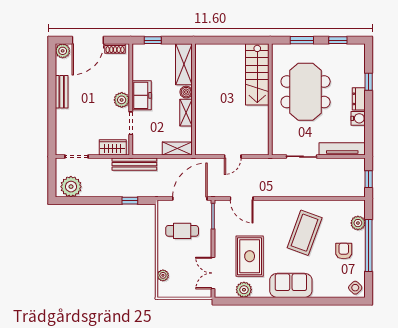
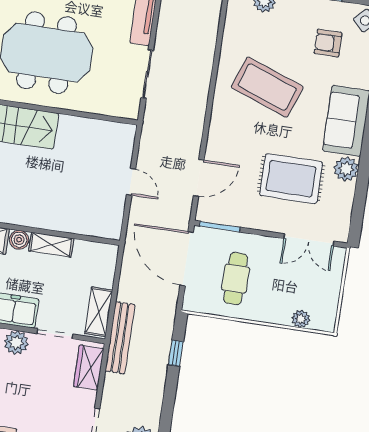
shelving: (177, 148) -> (99, 312), moved
armchair: (344, 251) -> (328, 43), moved
plant: (244, 290) -> (346, 169), moved

